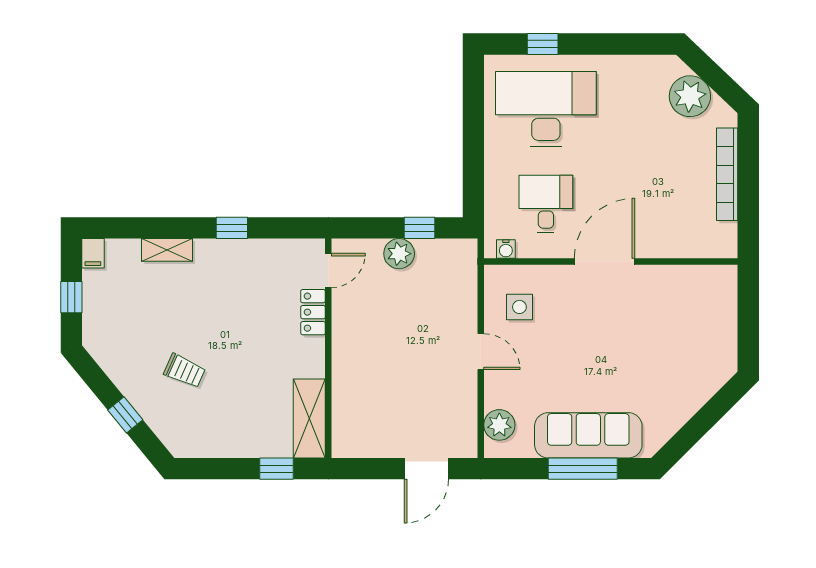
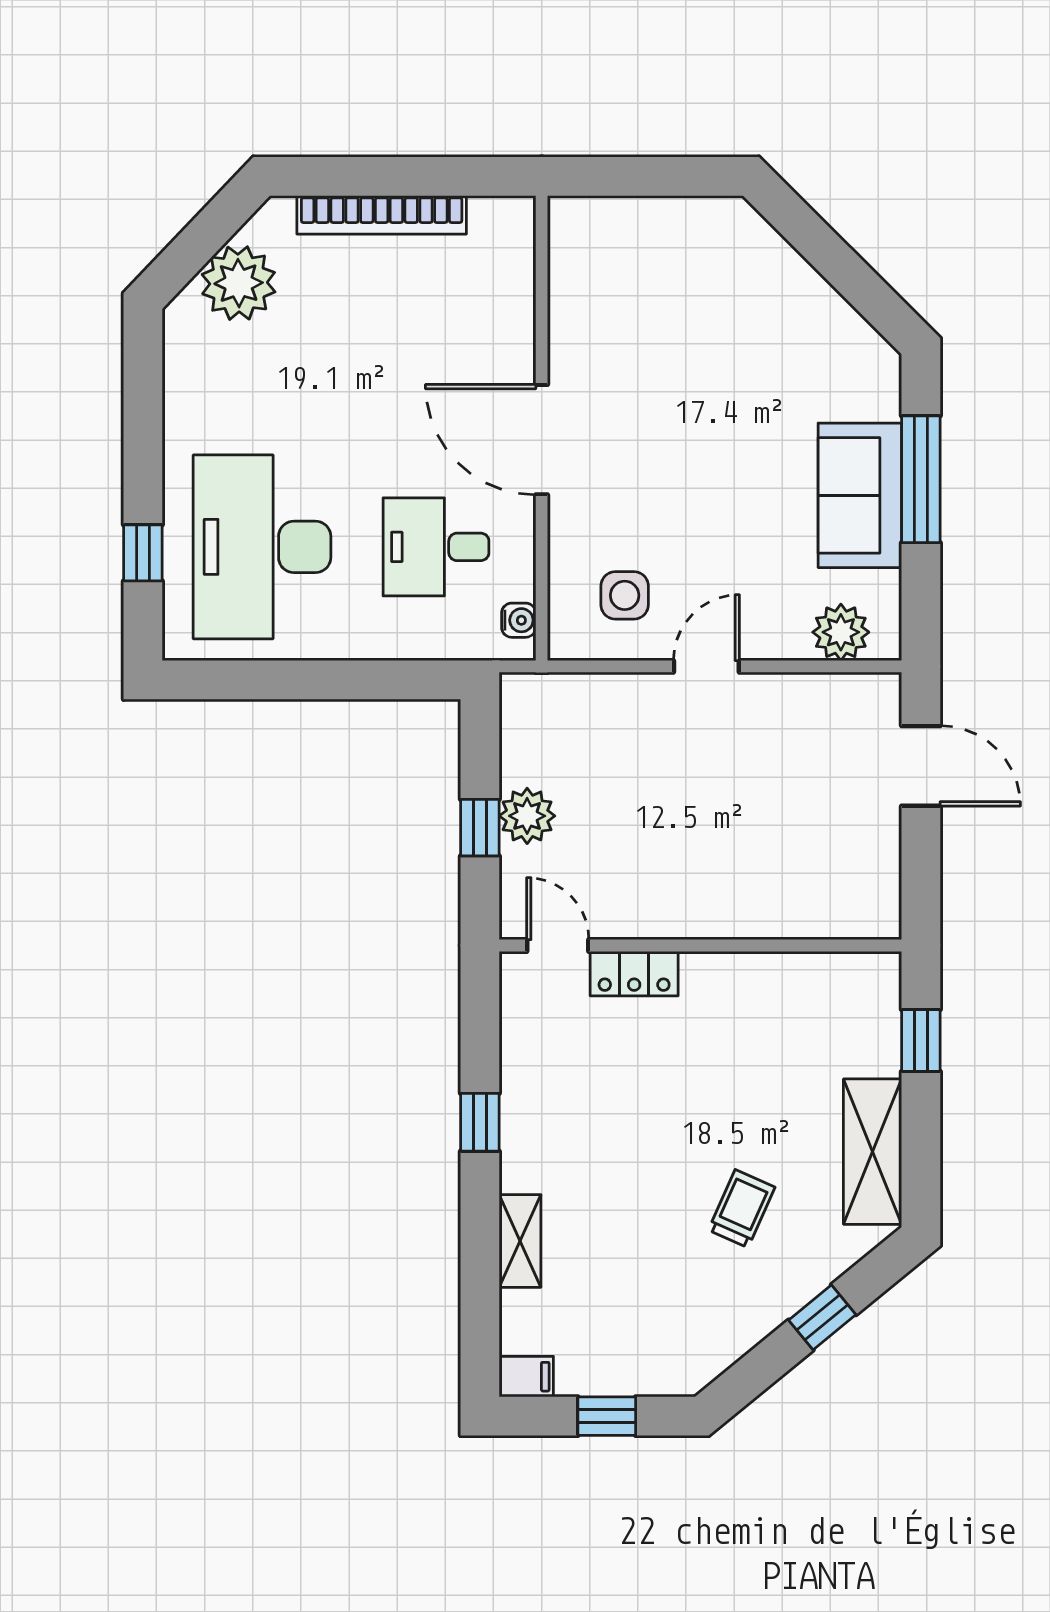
window: (420, 228) -> (480, 828), moved
shelving: (309, 418) -> (873, 1152), moved, turned 90
sofa: (588, 435) -> (860, 495), width x0.73

